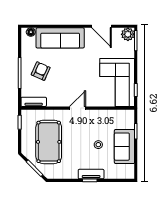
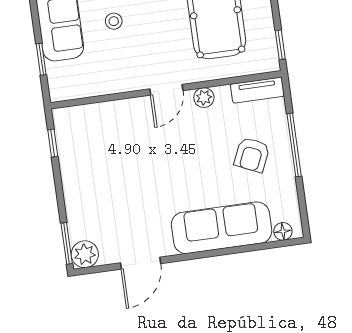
door: (102, 26) -> (141, 263), swing flipped
corner sofa: (117, 83) -> (93, 153), removed
plant: (60, 102) -> (204, 98), added

